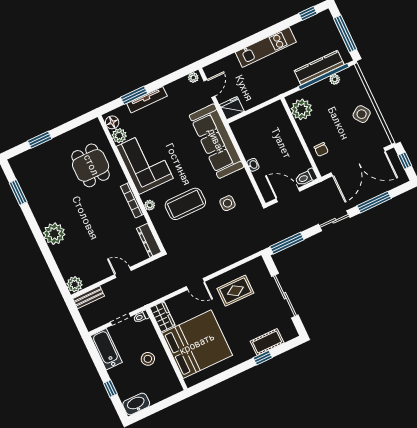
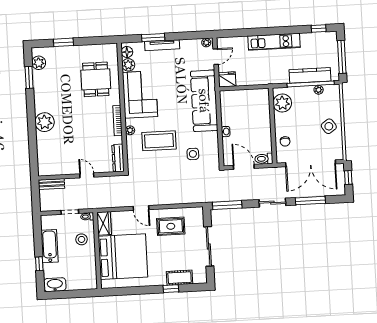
plant: (75, 284) -> (39, 63), moved
bathtub: (106, 349) -> (50, 246), moved
stool: (148, 359) -> (81, 239), moved

